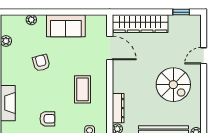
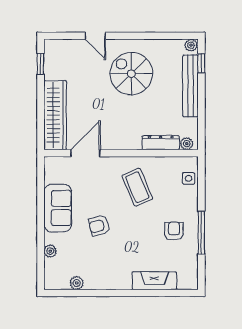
armchair: (41, 63) -> (99, 226), moved
spiral stairs: (173, 85) -> (131, 74), turned -90
coffee table: (83, 89) -> (137, 187), turned 67

